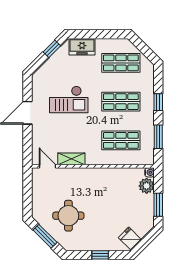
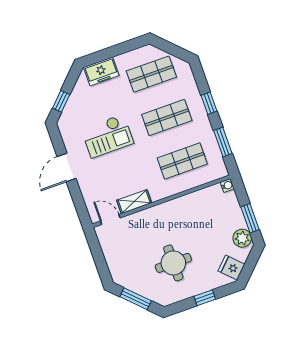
window: (52, 49) -> (61, 101), moved
plant: (147, 186) -> (242, 238), moved
round table: (68, 216) -> (173, 263), moved

